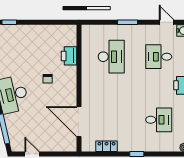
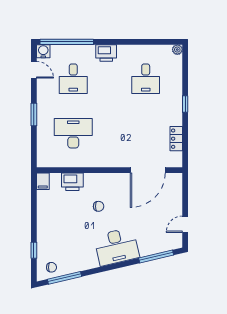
door: (167, 22) -> (34, 70), swing flipped
filing cabinet: (69, 30) -> (43, 181), added
desk: (159, 120) -> (146, 79), turned 180

